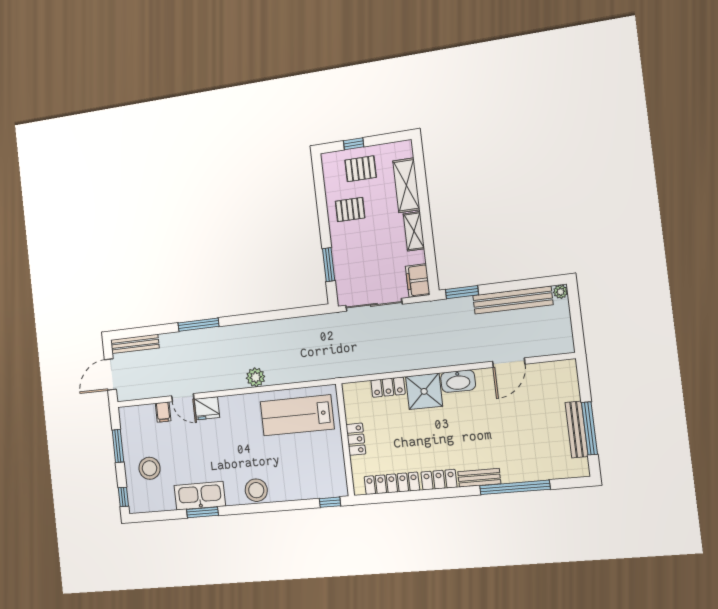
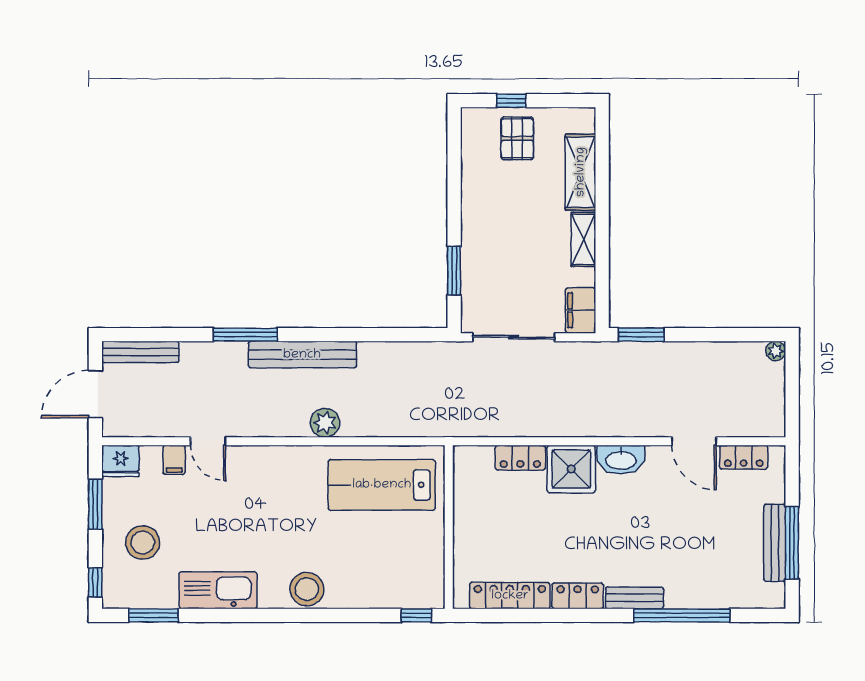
pallet: (361, 169) -> (517, 138), turned 90
pallet: (350, 210) -> (495, 195), removed
bench: (513, 300) -> (302, 355), moved
door: (509, 363) -> (694, 441), hinge flipped
fridge: (207, 408) -> (121, 461), moved
locker: (356, 439) -> (744, 457), moved, turned 90
window: (202, 512) -> (154, 615), moved

